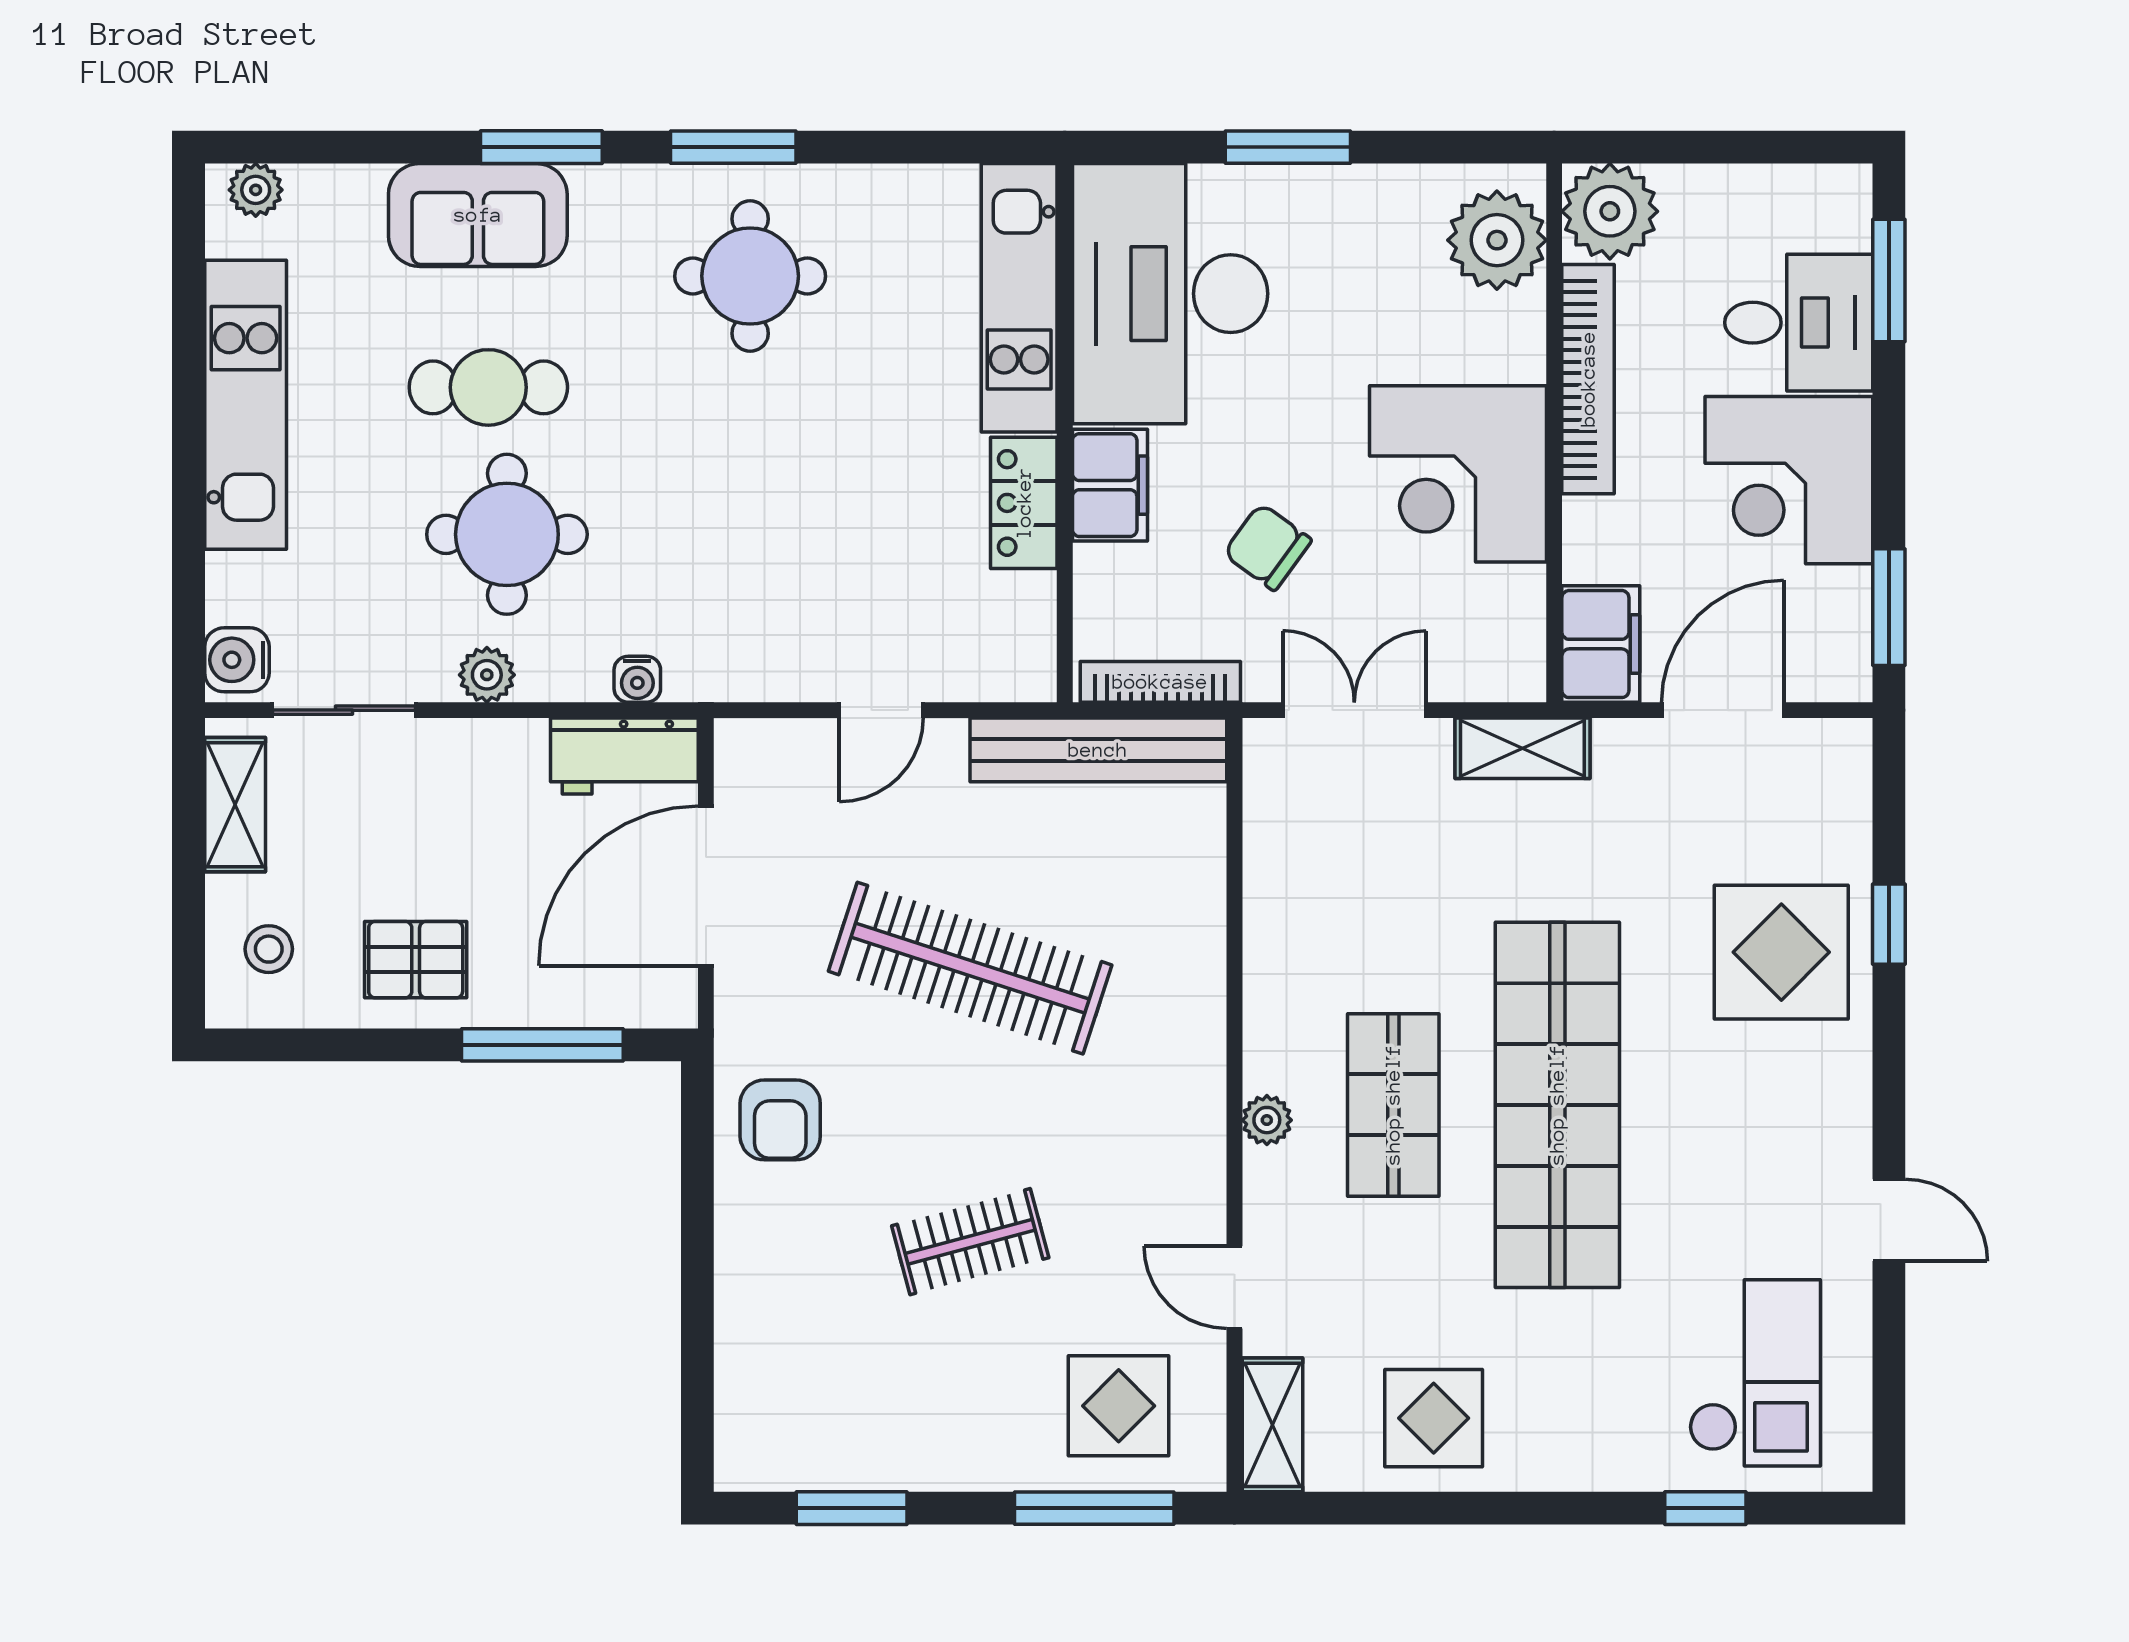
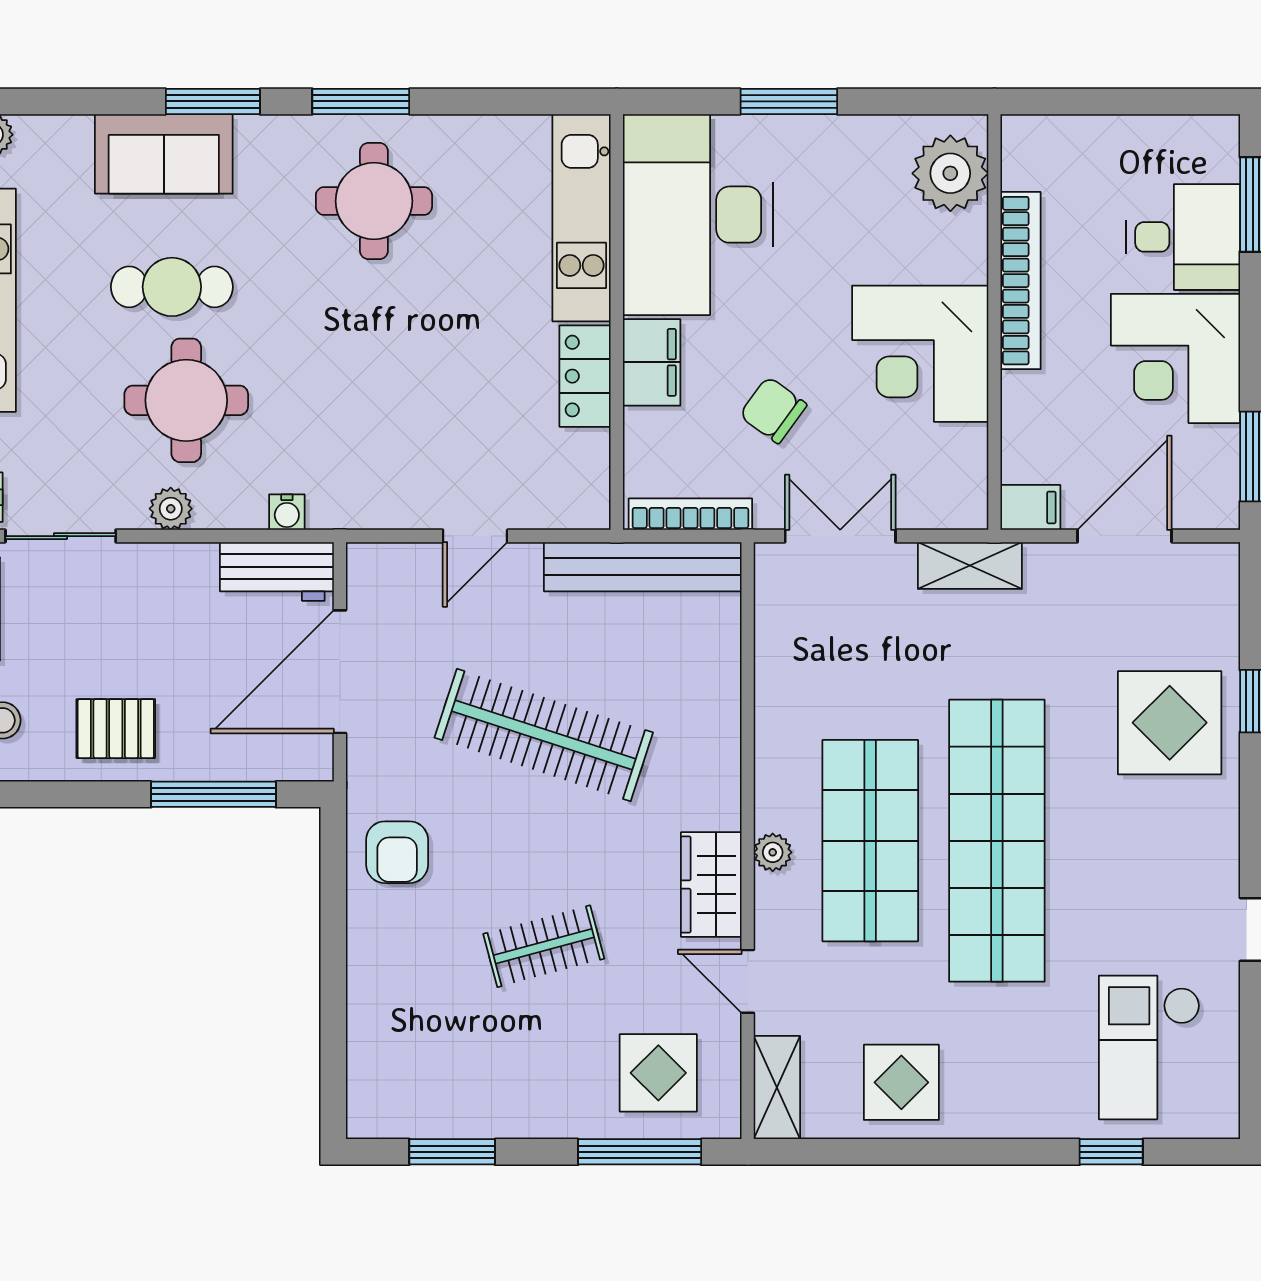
plant: (1610, 211) -> (1037, 151), removed
filing cabinet: (1601, 644) -> (1030, 507), width x0.50
shop shelf: (1393, 1105) -> (870, 841), width x1.43, depth x1.36
wardrobe: (1187, 1162) -> (711, 885), added
checkout: (1755, 1373) -> (1149, 1047), turned 180

